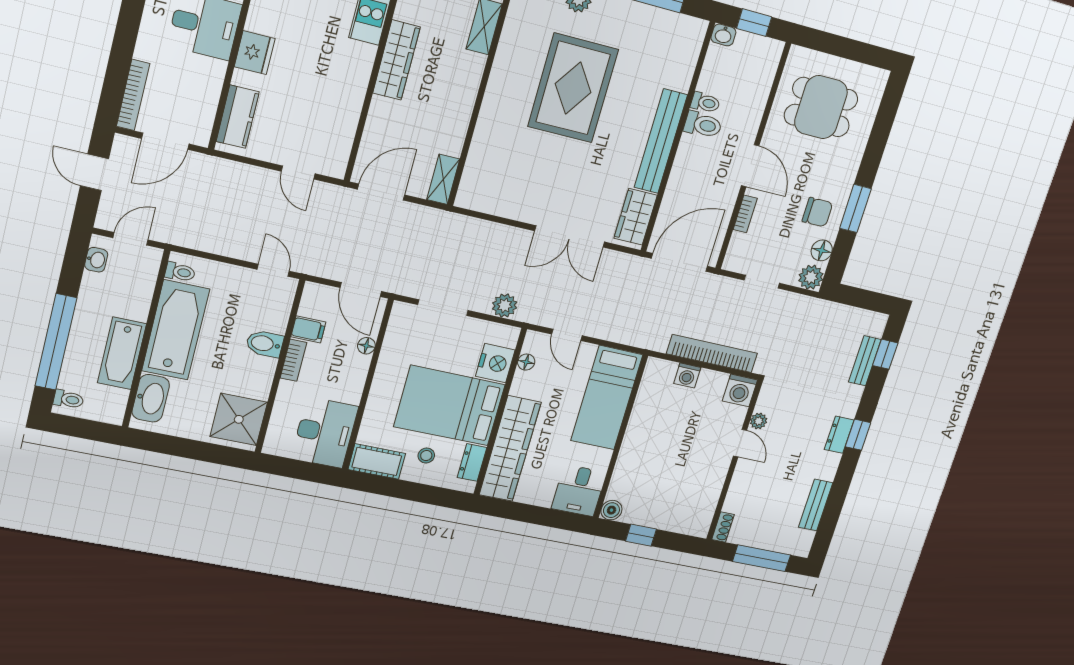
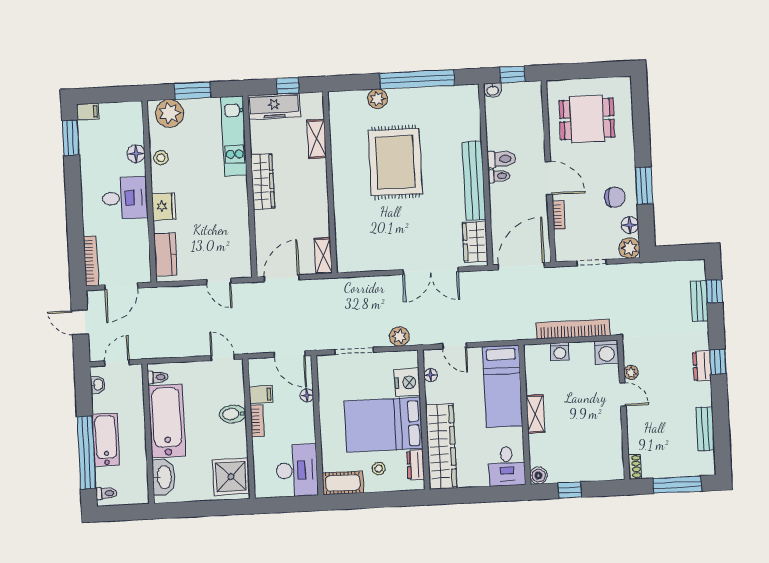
toilet: (705, 103) -> (499, 176), moved
bathtub: (122, 353) -> (106, 440), moved, turned 180
shelving: (633, 440) -> (535, 414), added

